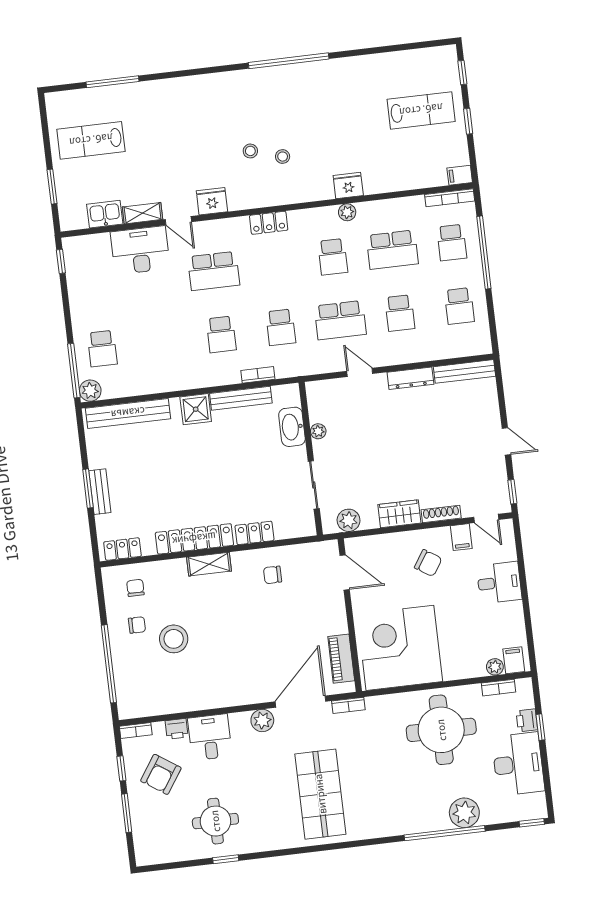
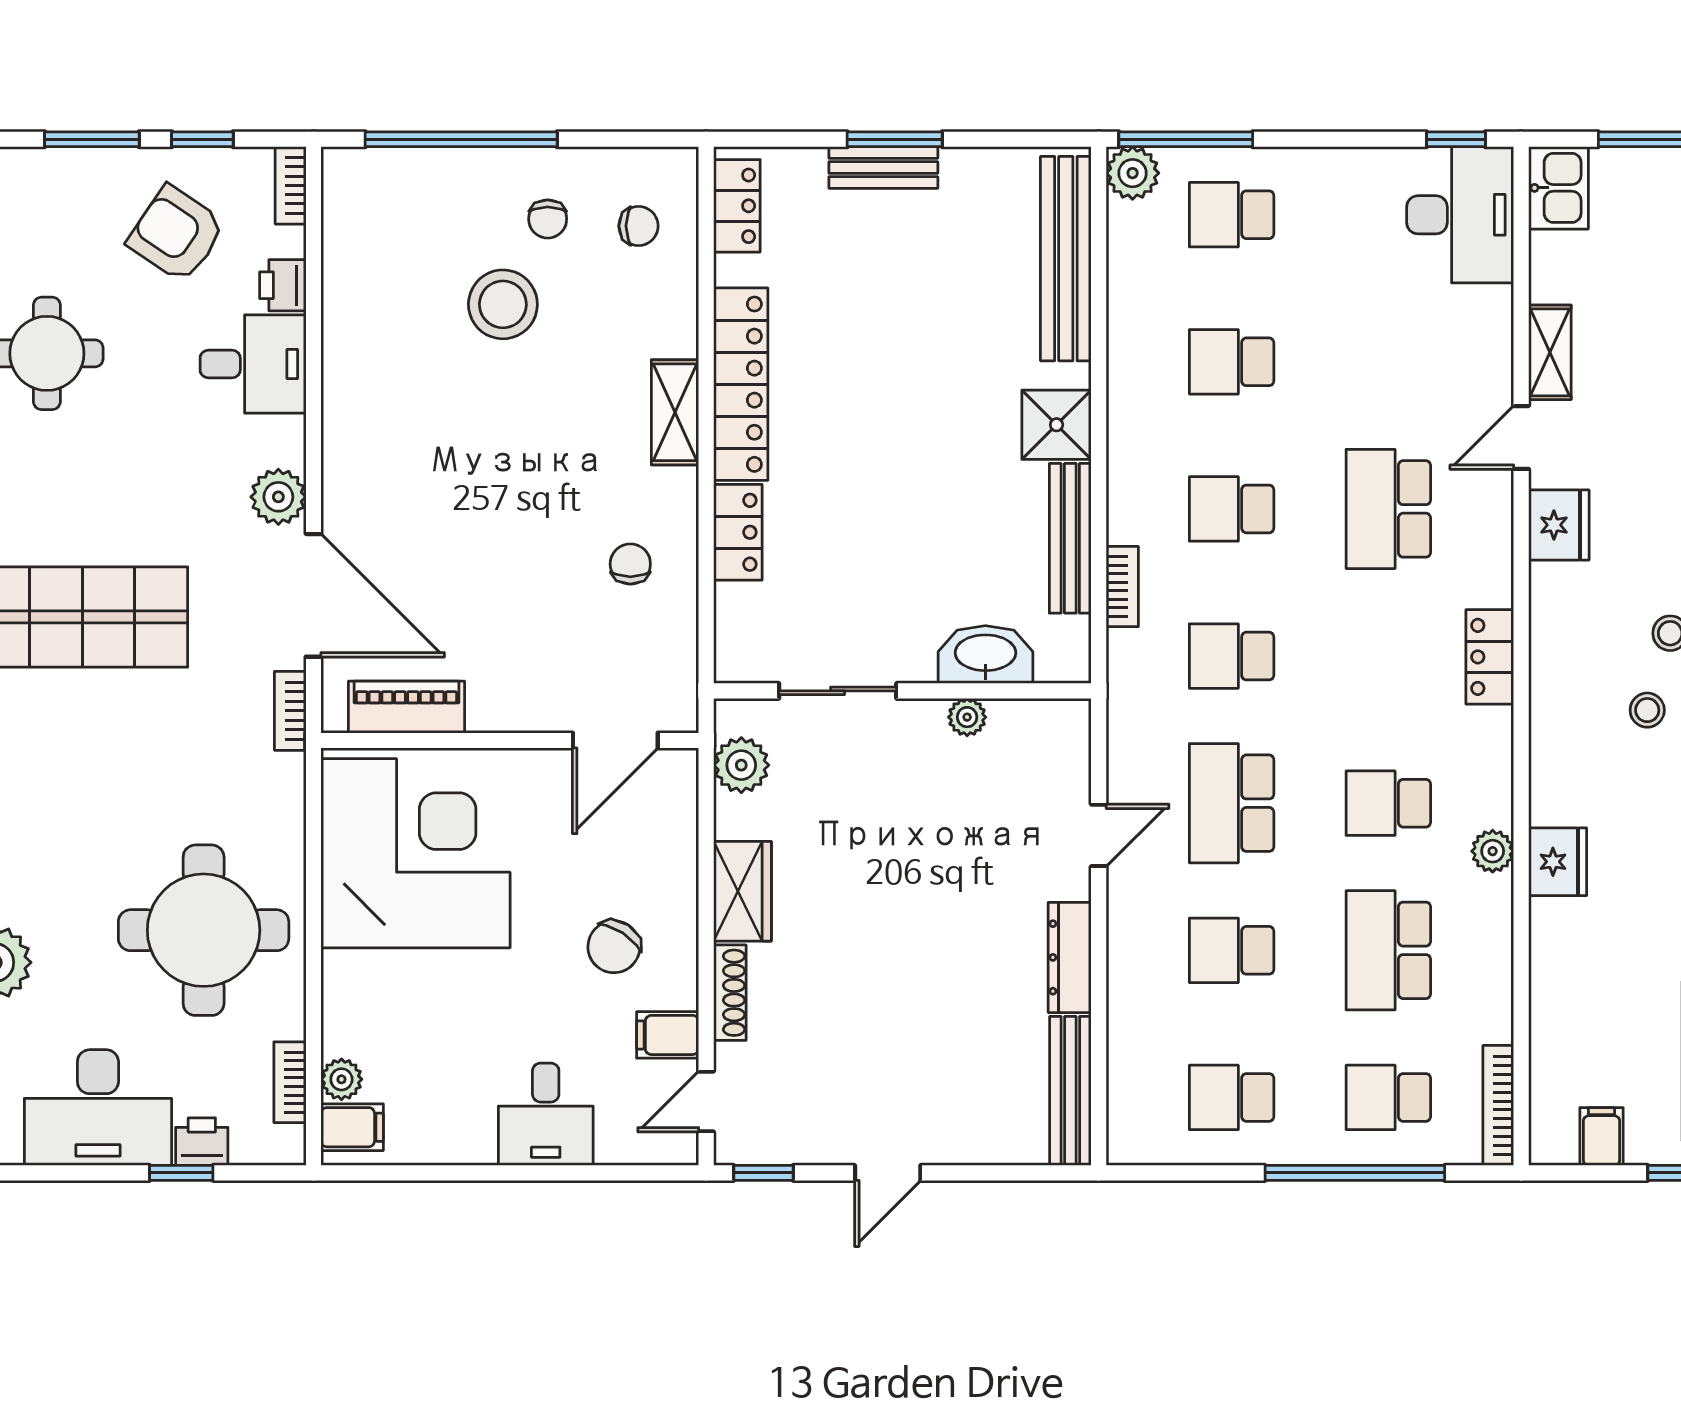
filing cabinet: (460, 175) -> (1602, 1137), moved
kitchen sink: (105, 214) -> (1558, 188), moved
desk: (140, 250) -> (1460, 215), moved
school desk: (162, 341) -> (1232, 362), added

